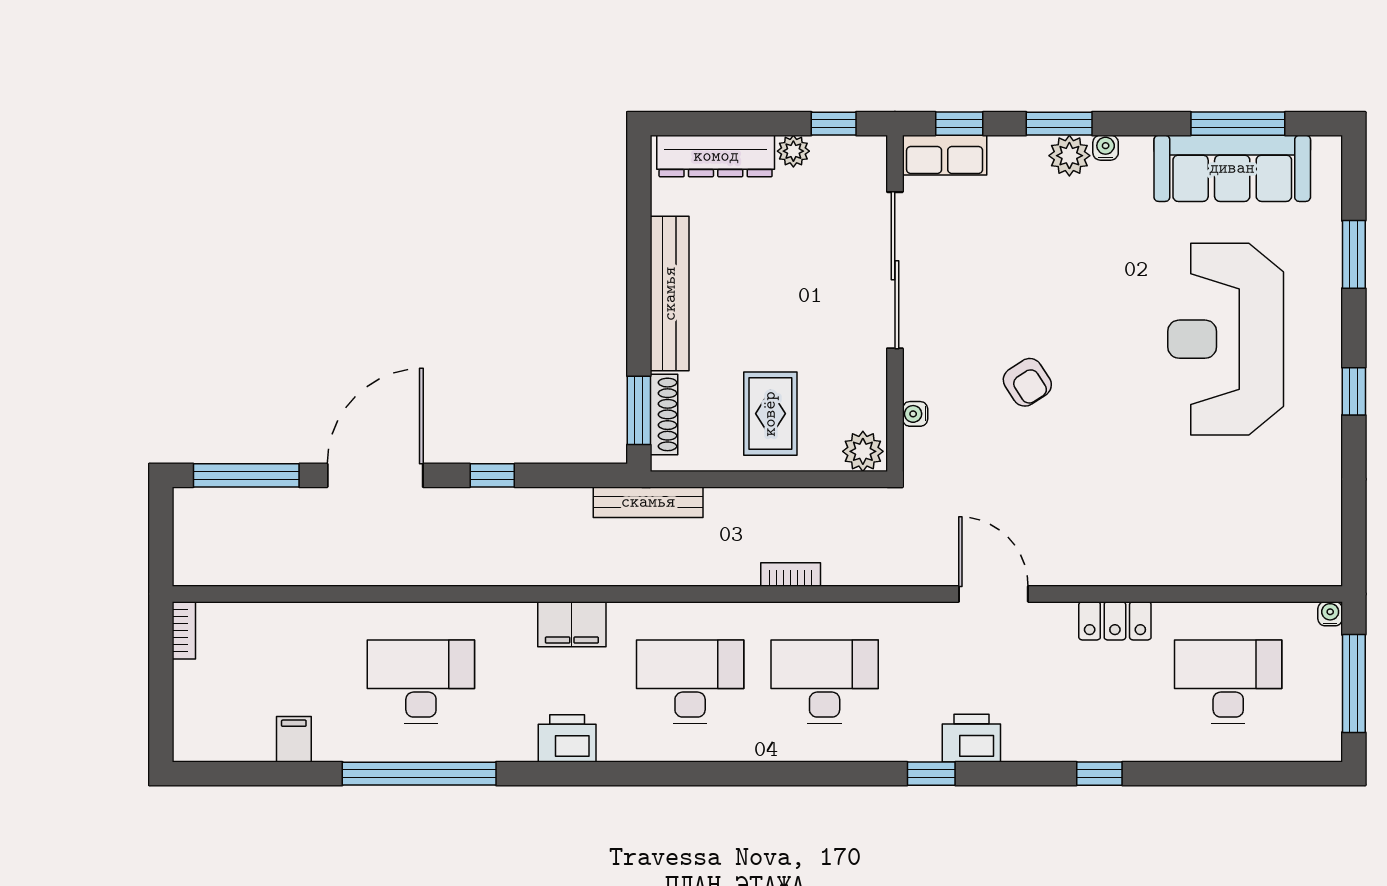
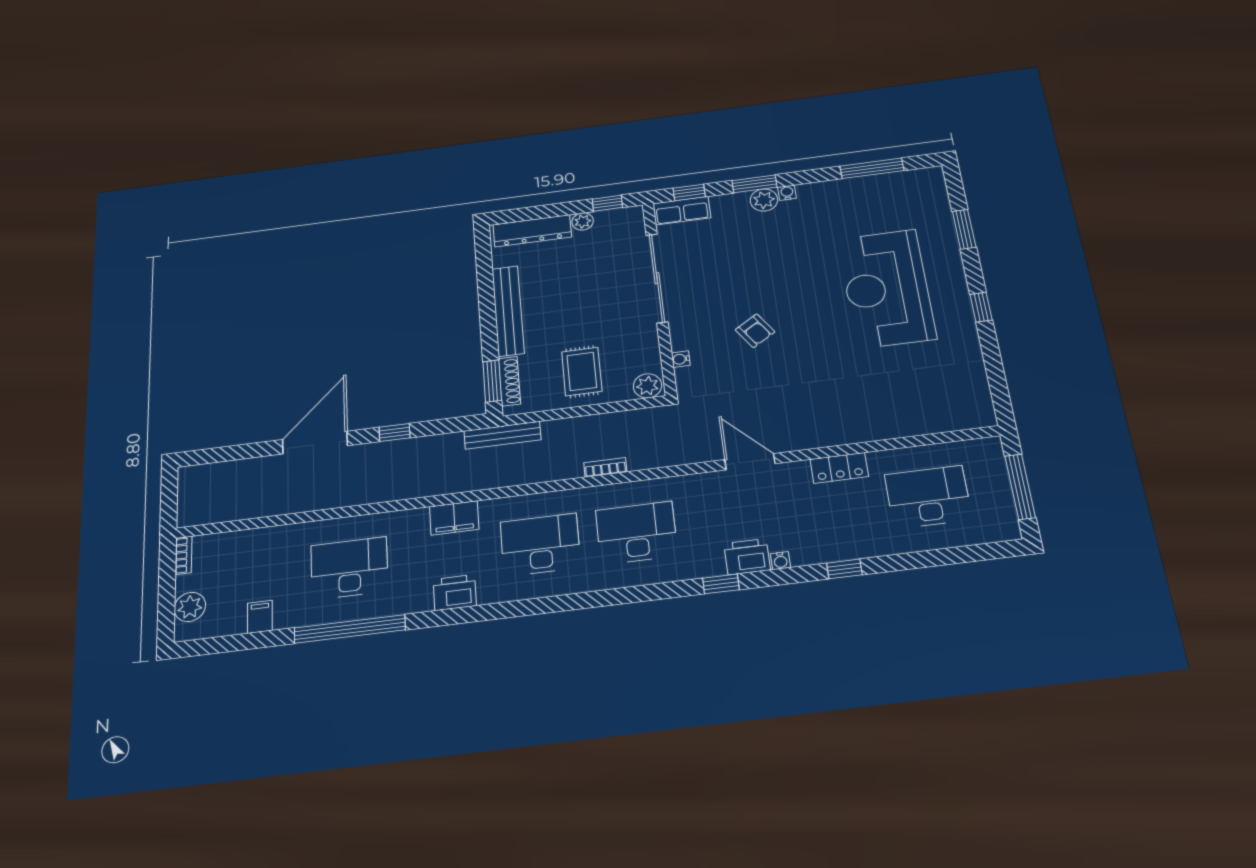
sofa: (1232, 168) -> (873, 193), removed
window: (246, 475) -> (228, 454), removed
water cooler: (1330, 614) -> (781, 561), moved, turned 180
plant: (194, 711) -> (190, 607), added

